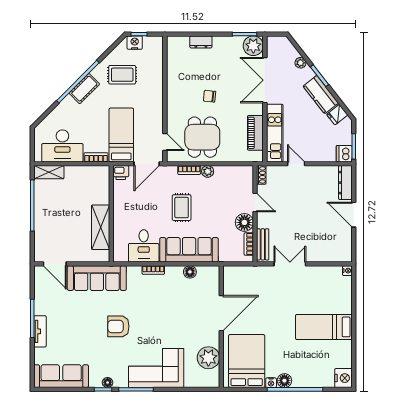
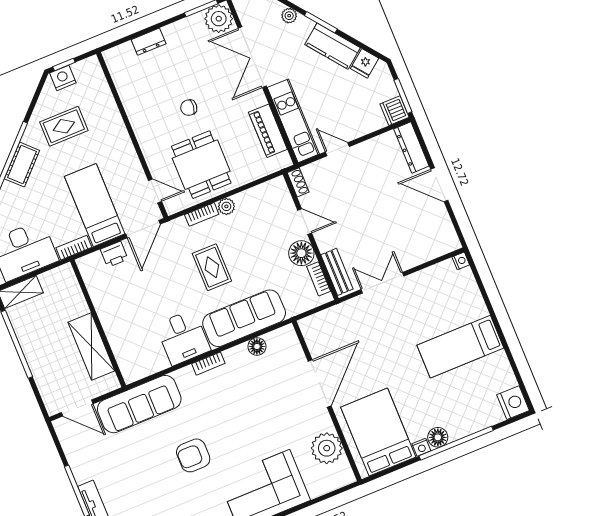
wall: (111, 214) -> (98, 323), moved
shelving: (101, 227) -> (91, 346), moved

